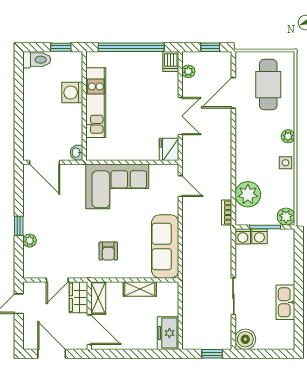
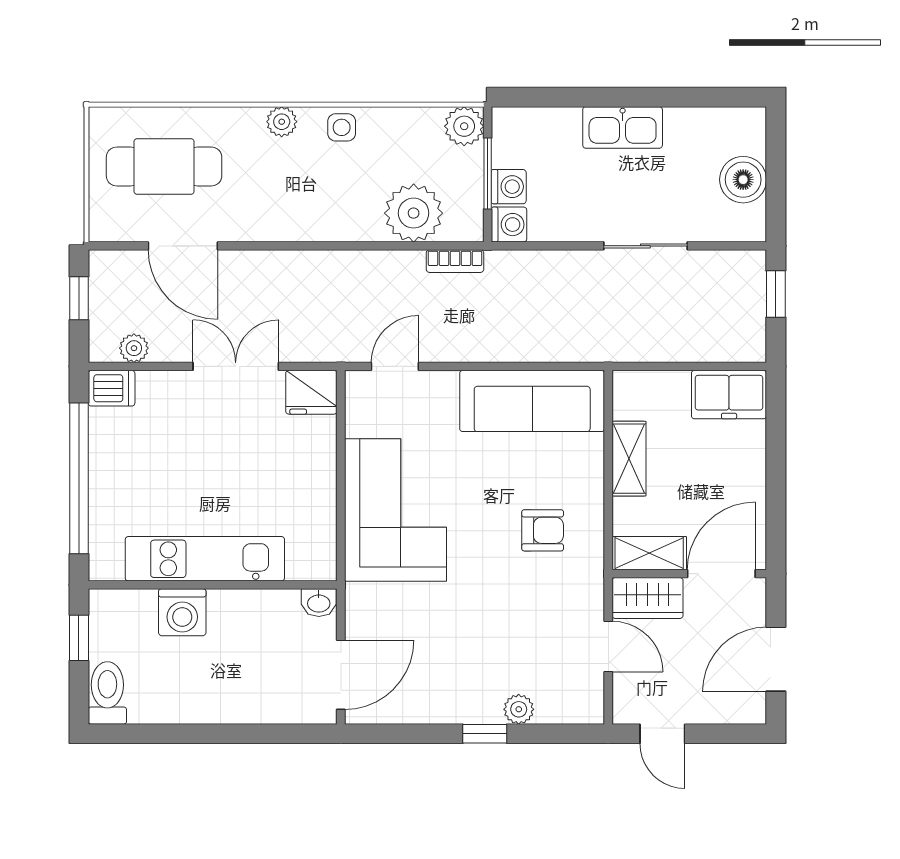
kitchen sink: (285, 302) -> (623, 127), moved
boiler: (245, 339) -> (743, 180), moved

